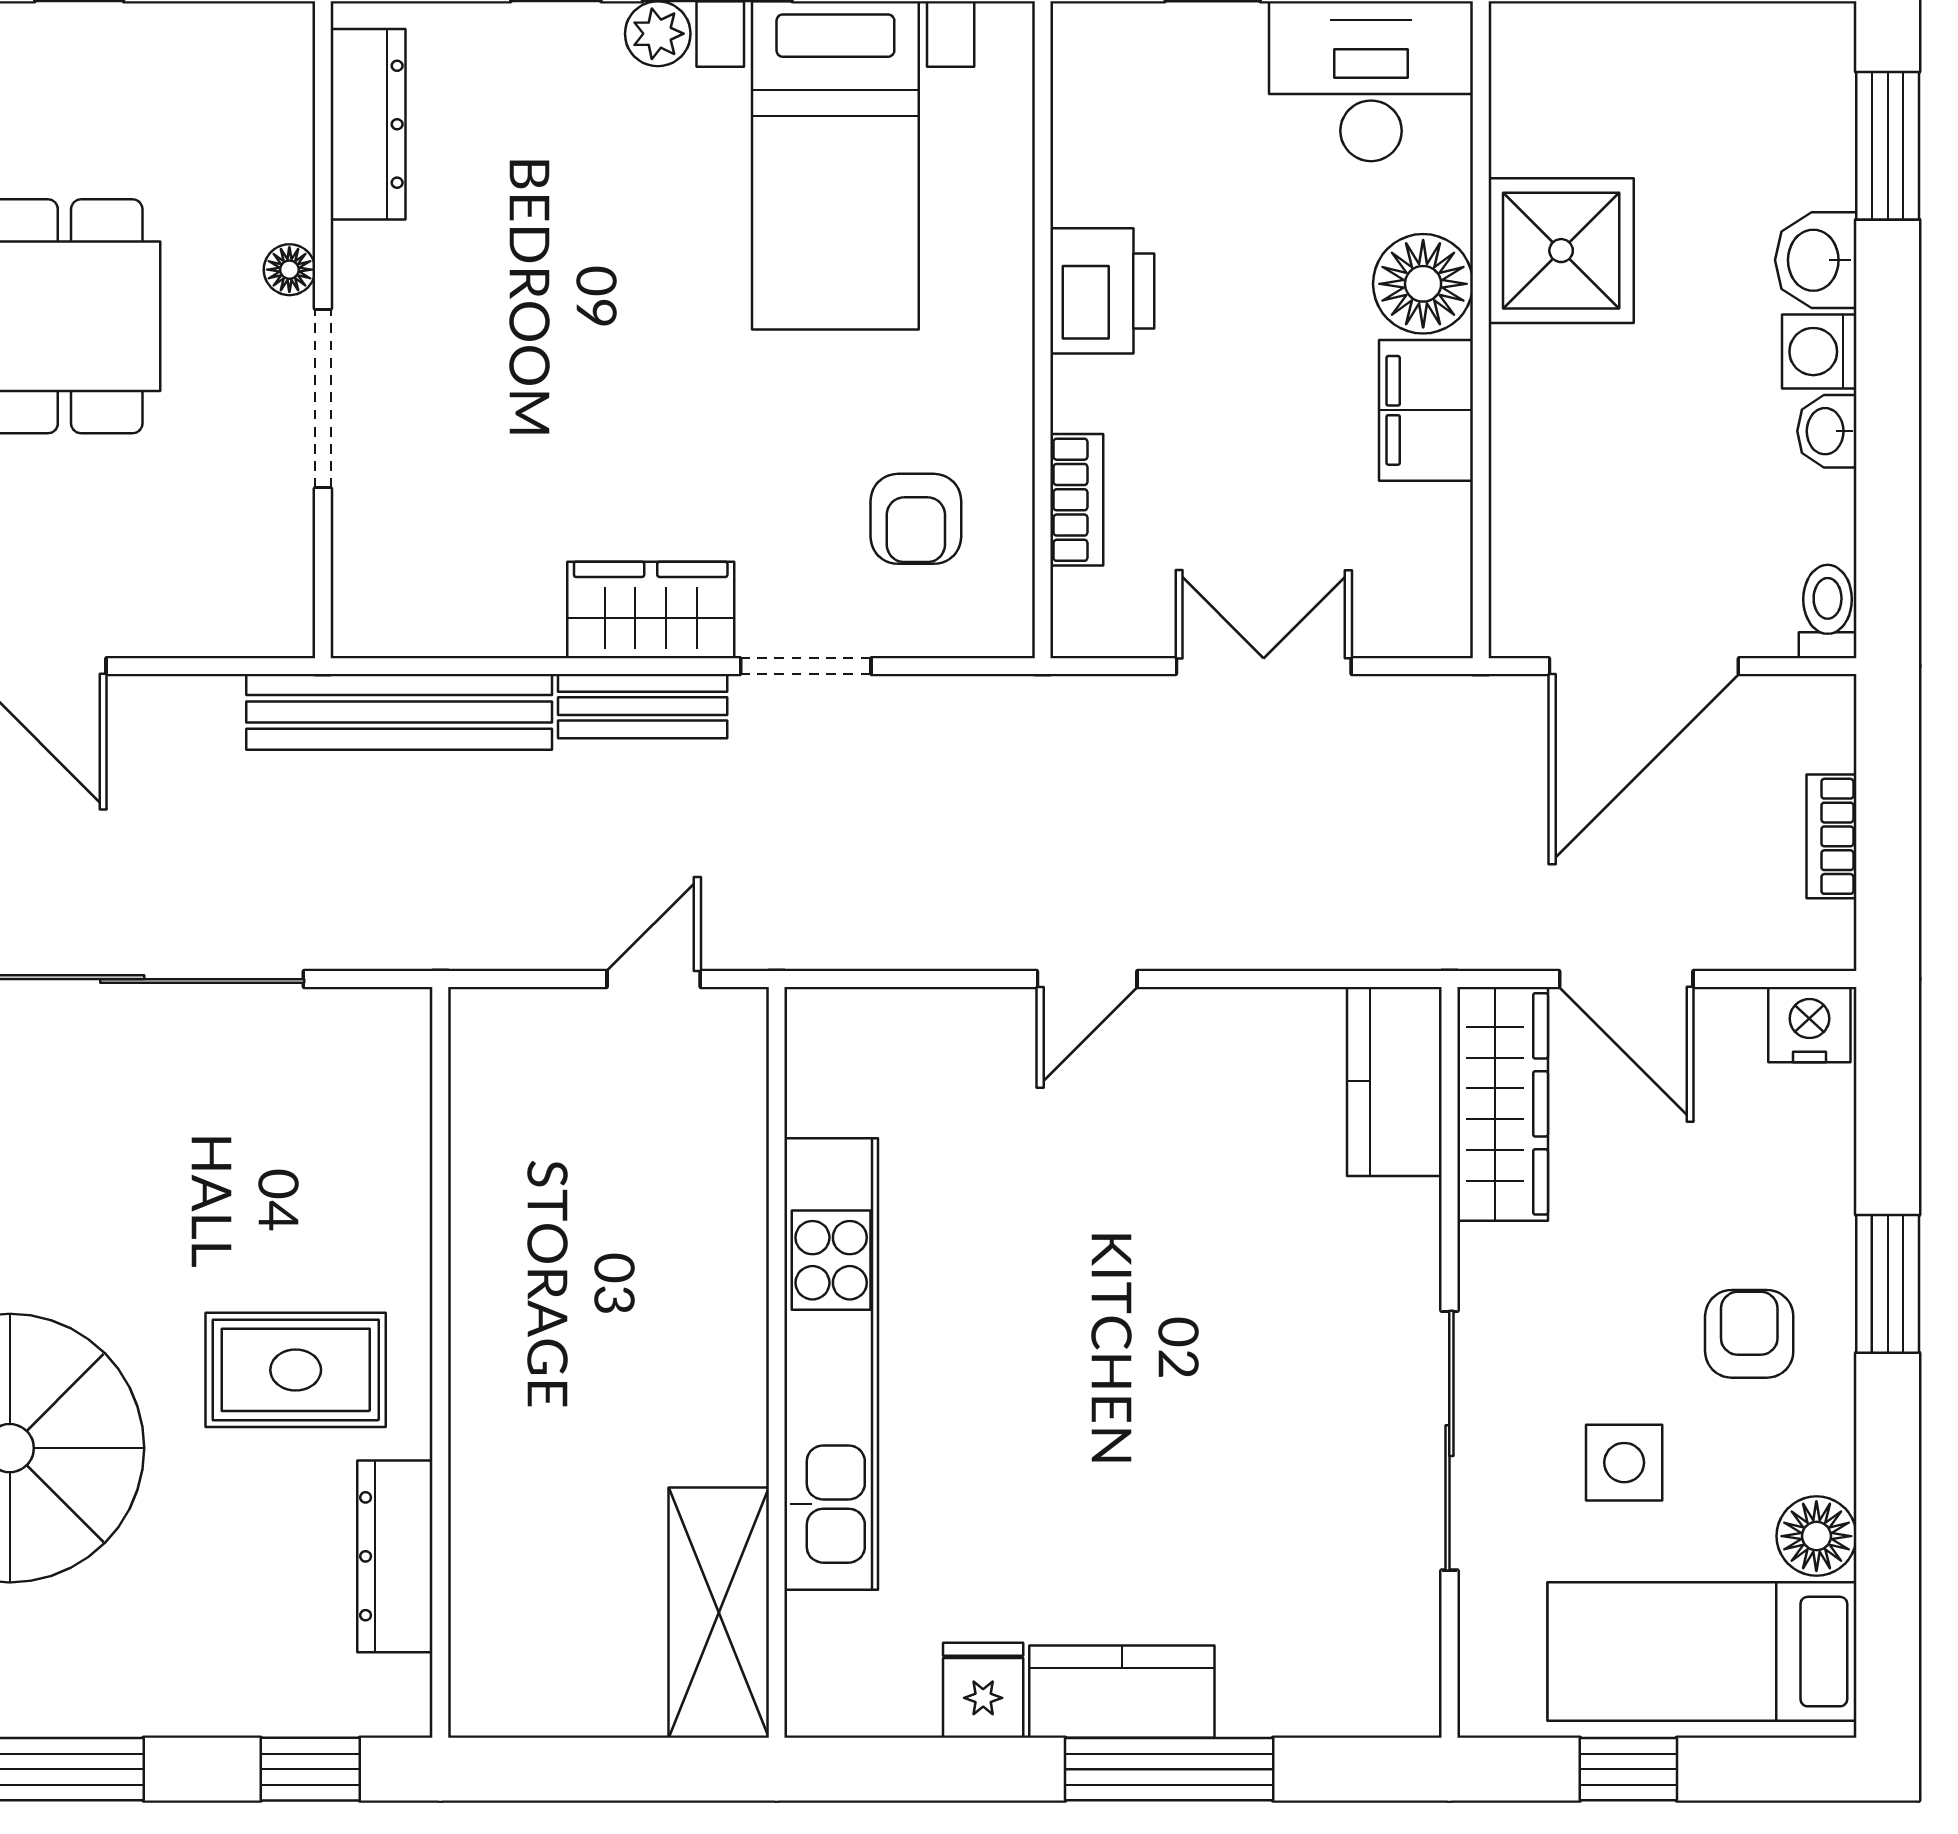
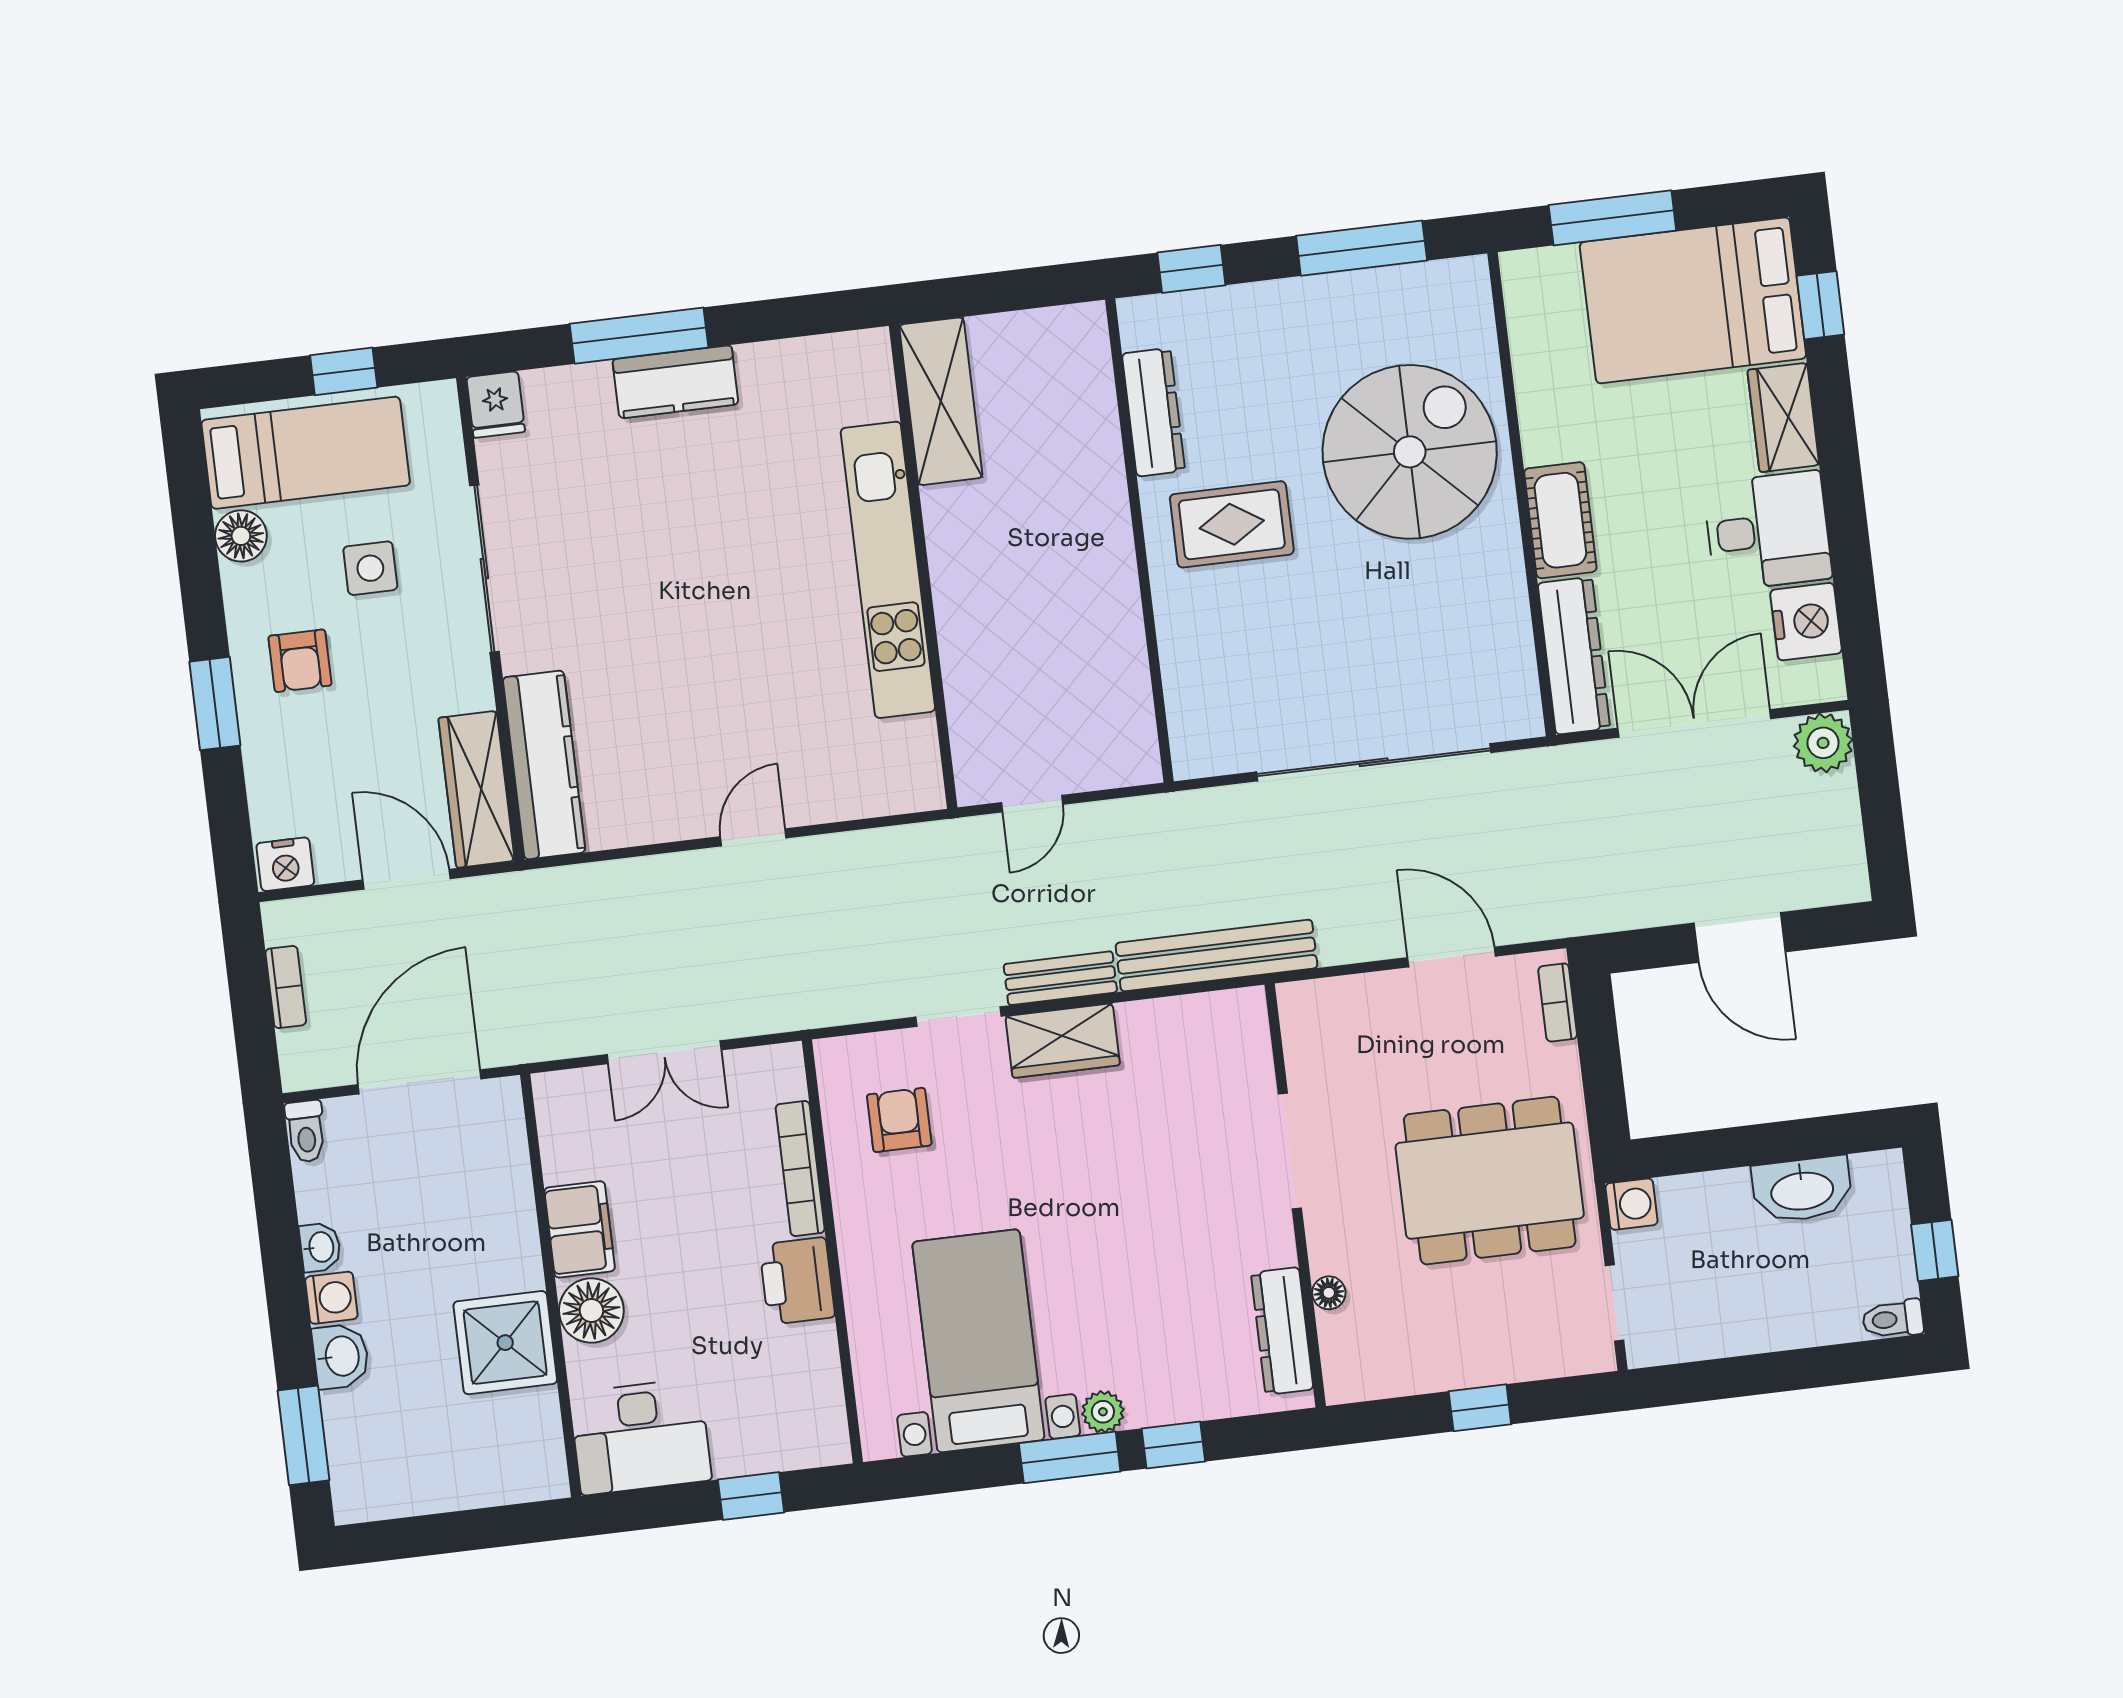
floor lamp: (289, 270) -> (1329, 1293), moved
bookcase: (1077, 500) -> (800, 1168), width x1.56
kitchen counter: (1394, 1081) -> (544, 765), width x1.50
fridge: (983, 1690) -> (496, 404), moved

